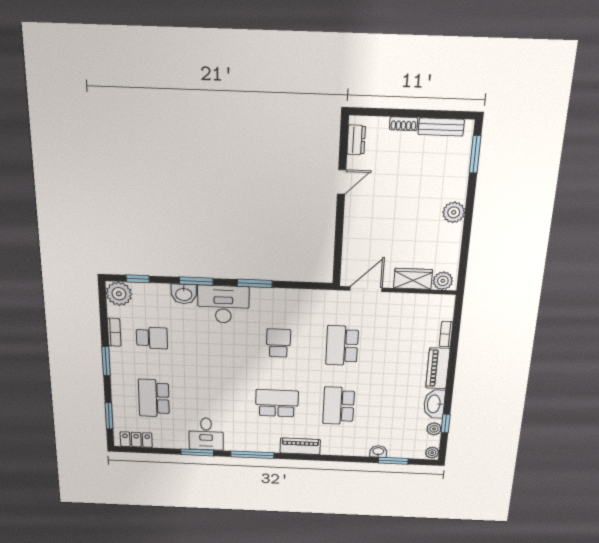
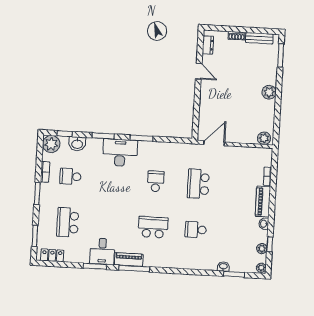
door: (342, 182) -> (199, 71), hinge flipped
wardrobe: (413, 279) -> (245, 137), removed
washbasin: (184, 294) -> (77, 144), moved
school desk: (152, 338) -> (70, 176), turned 180
washbasin: (434, 404) -> (264, 224), width x0.52, depth x0.69
school desk: (339, 406) -> (196, 230), width x0.54
piano: (300, 446) -> (129, 260), moved

